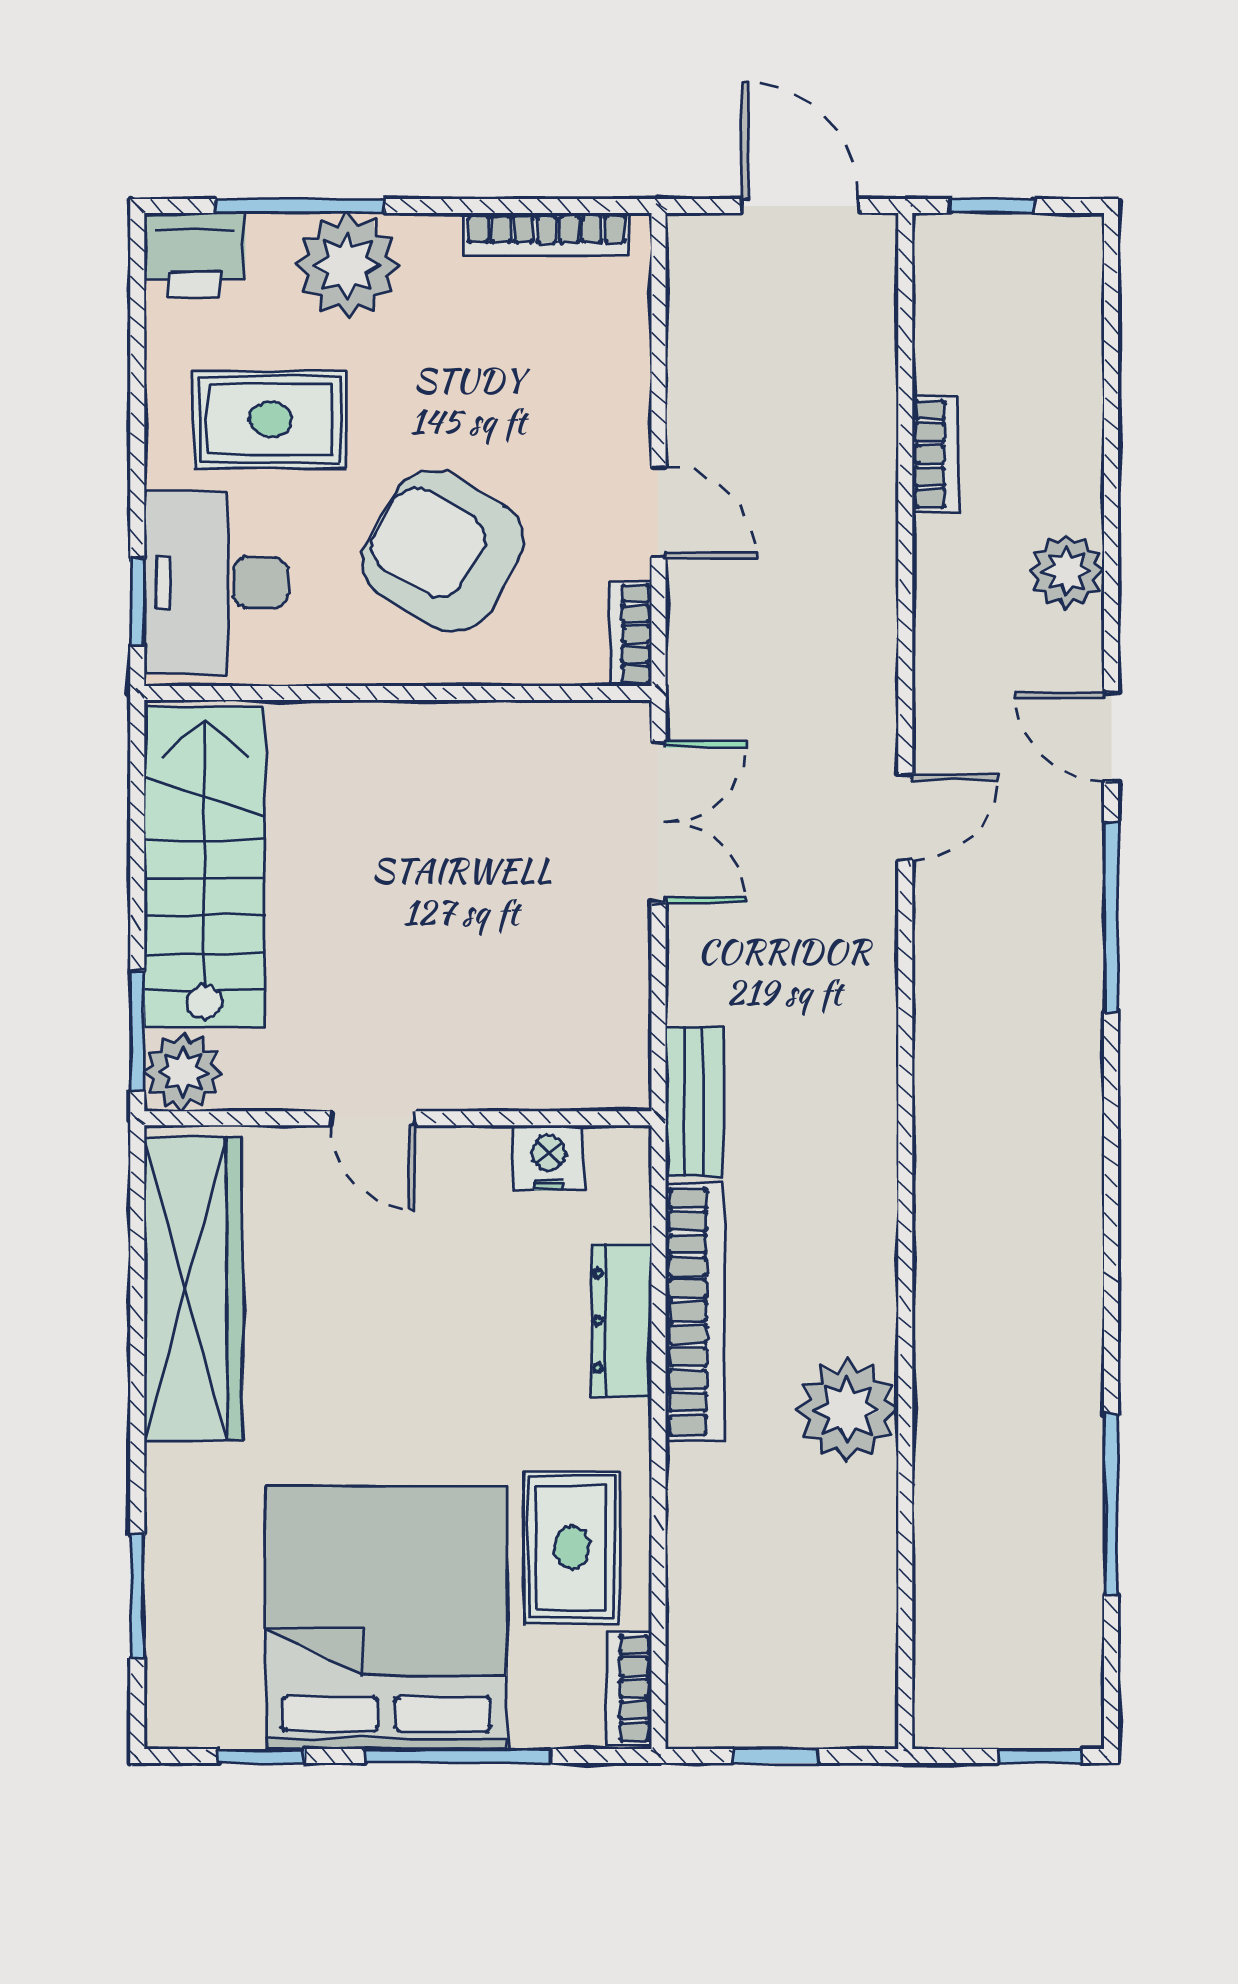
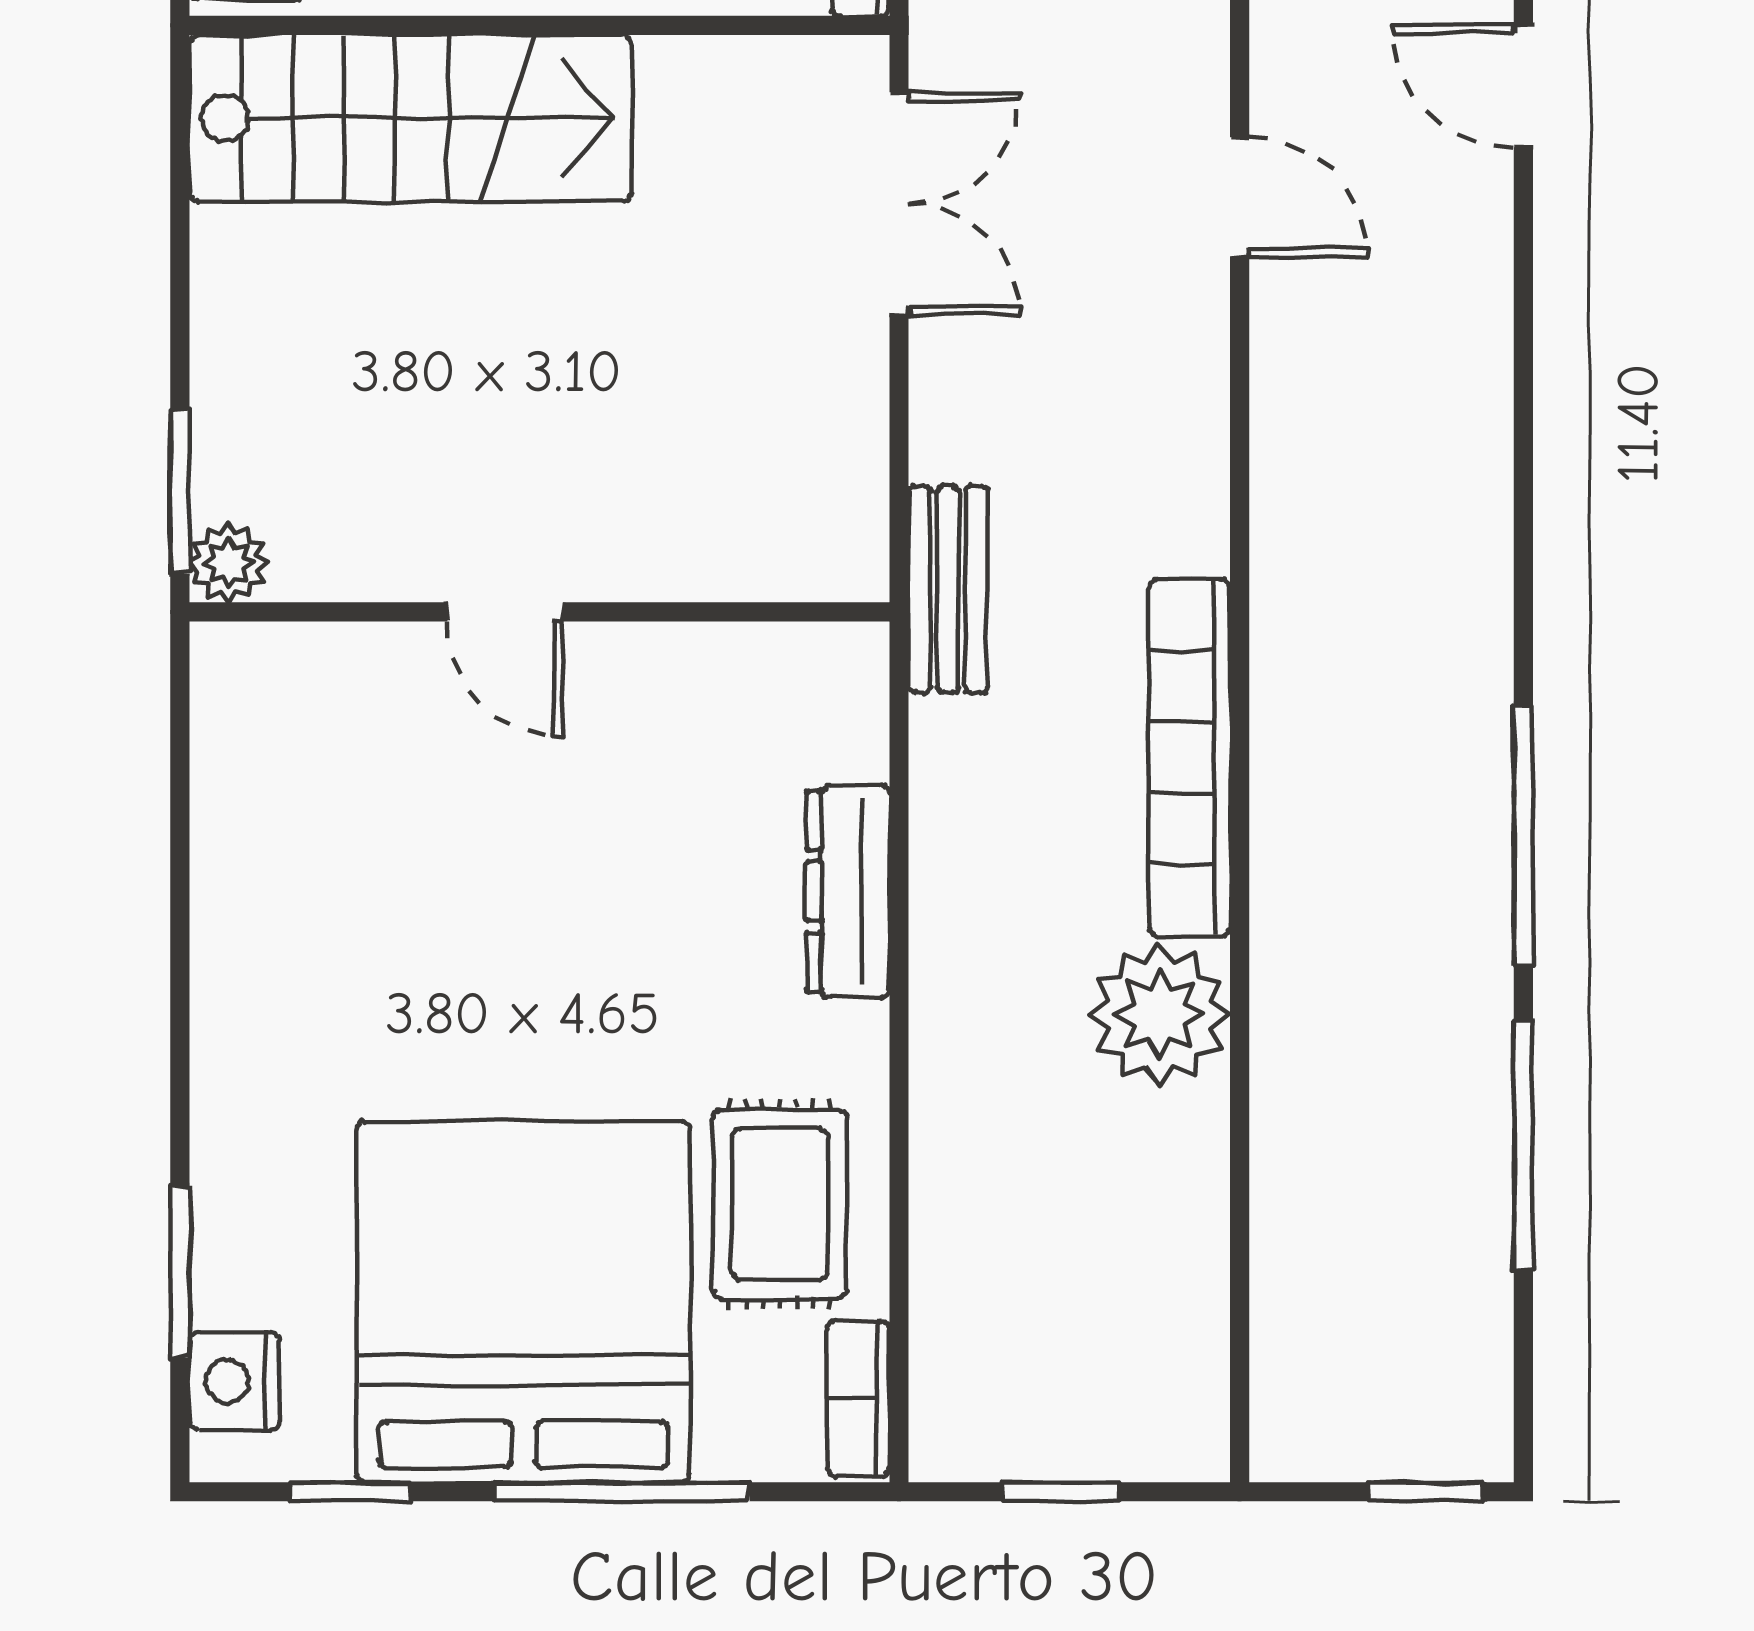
door: (905, 817) -> (1240, 197), hinge flipped
stairs: (205, 867) -> (410, 118), moved, turned 90
window: (1111, 918) -> (1523, 836), moved
plant: (183, 1072) -> (229, 563), width x0.73, depth x0.73
nightstand: (548, 1158) -> (235, 1381), moved, turned -90
wardrobe: (193, 1289) -> (257, 847), removed
bookcase: (695, 1312) -> (1190, 758), moved, turned 180

